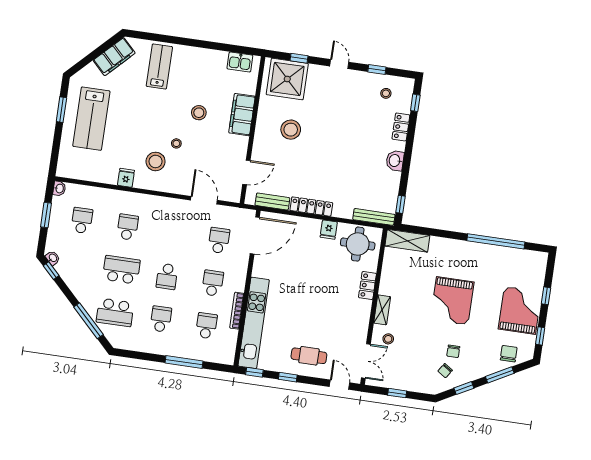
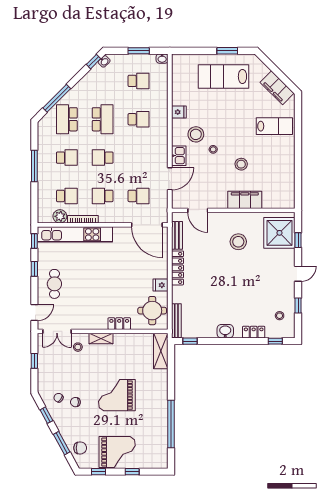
kitchen sink: (240, 62) -> (179, 156), moved, turned 180
school desk: (213, 283) -> (103, 196), turned 180
plant: (229, 337) -> (60, 216), added
window: (184, 362) -> (34, 166), moved

